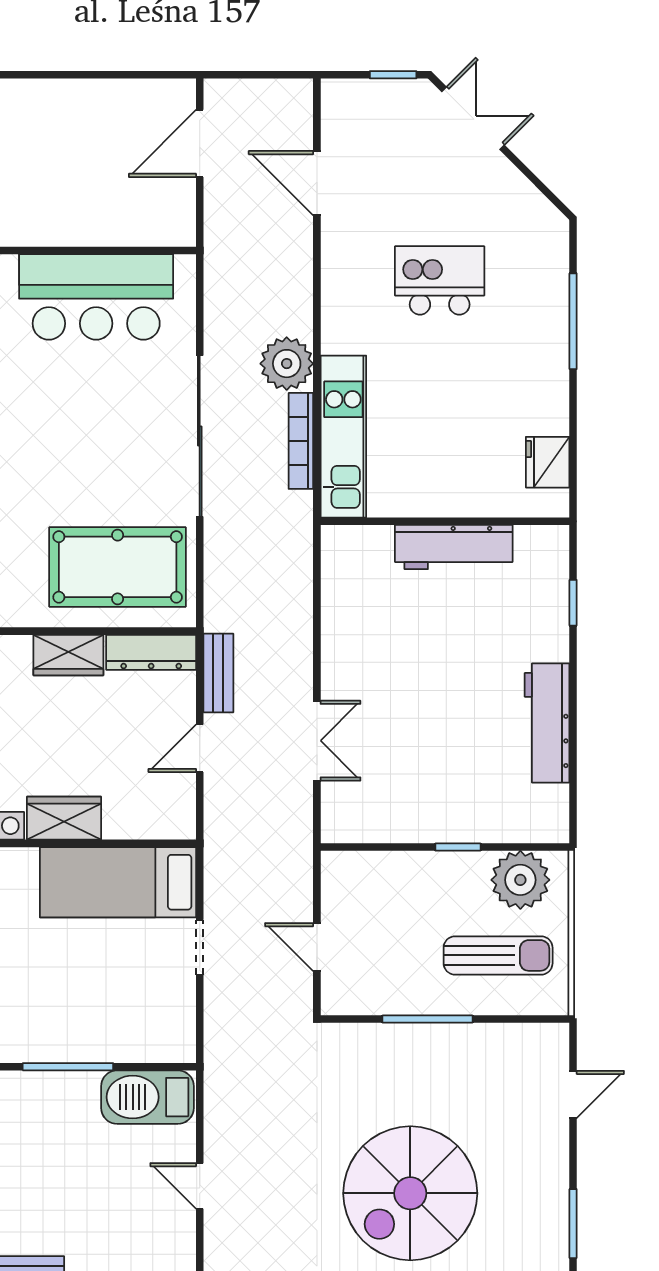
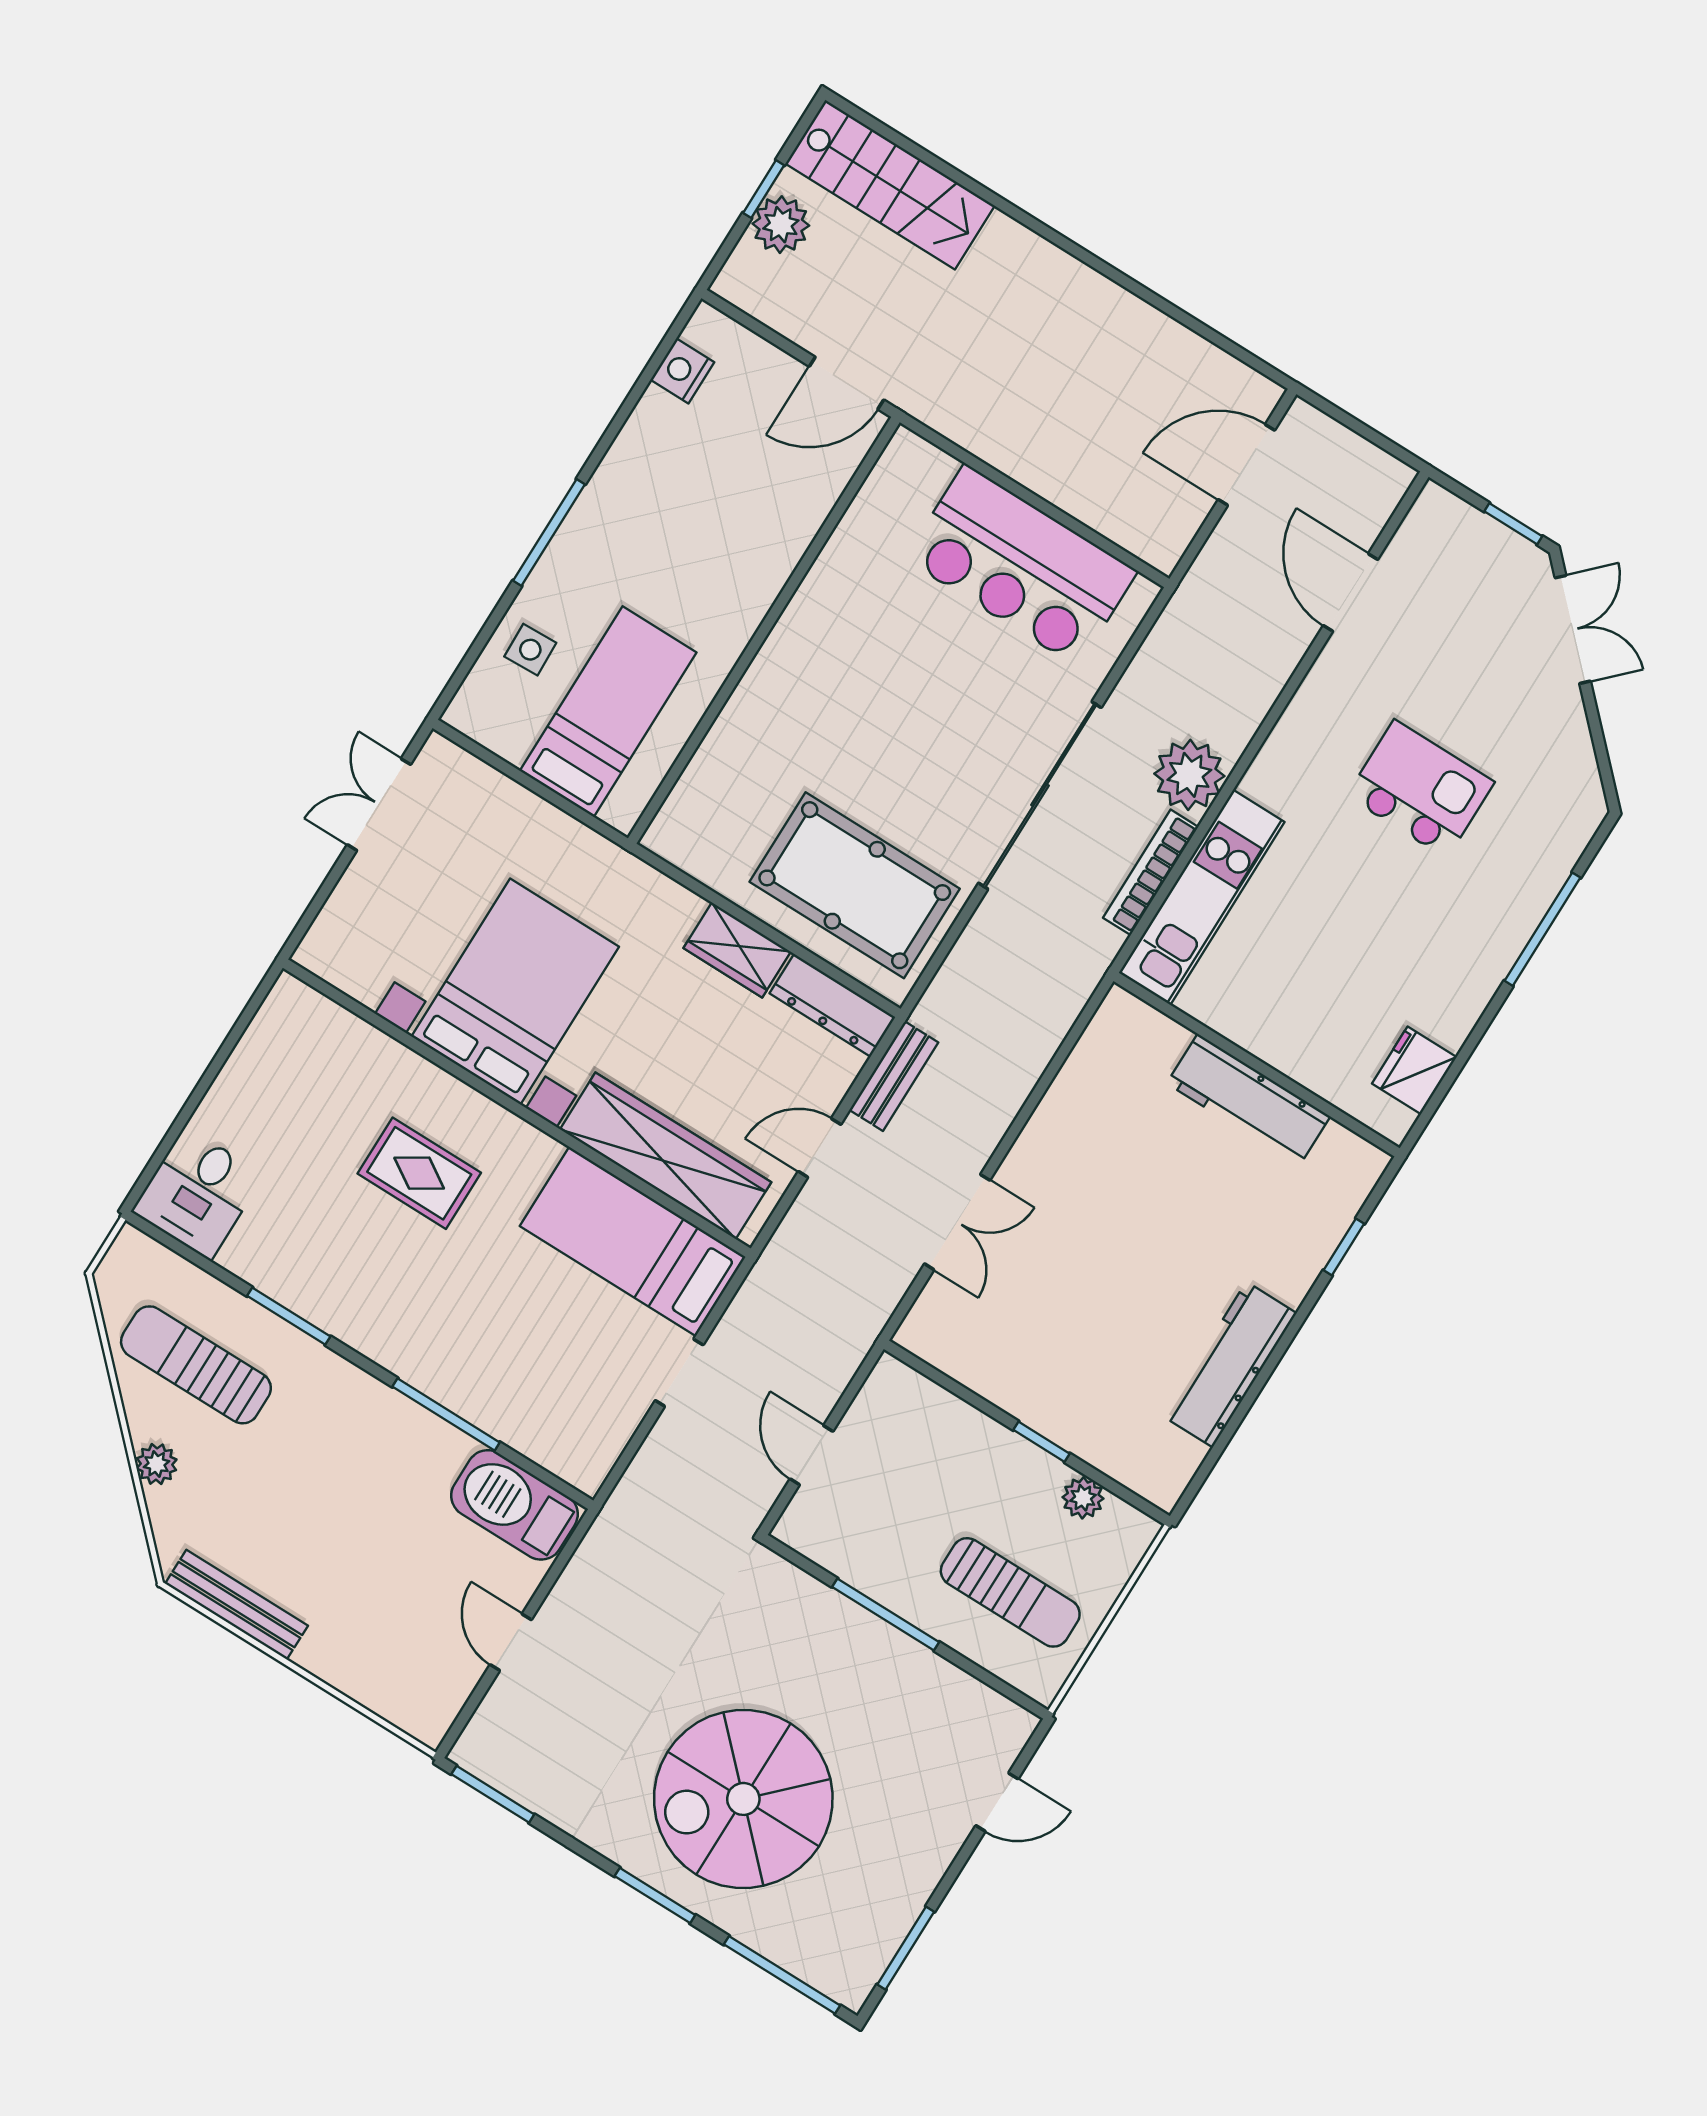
wardrobe: (64, 818) -> (666, 1156), width x2.10, depth x1.17
plant: (520, 880) -> (1083, 1498), width x0.53, depth x0.53

